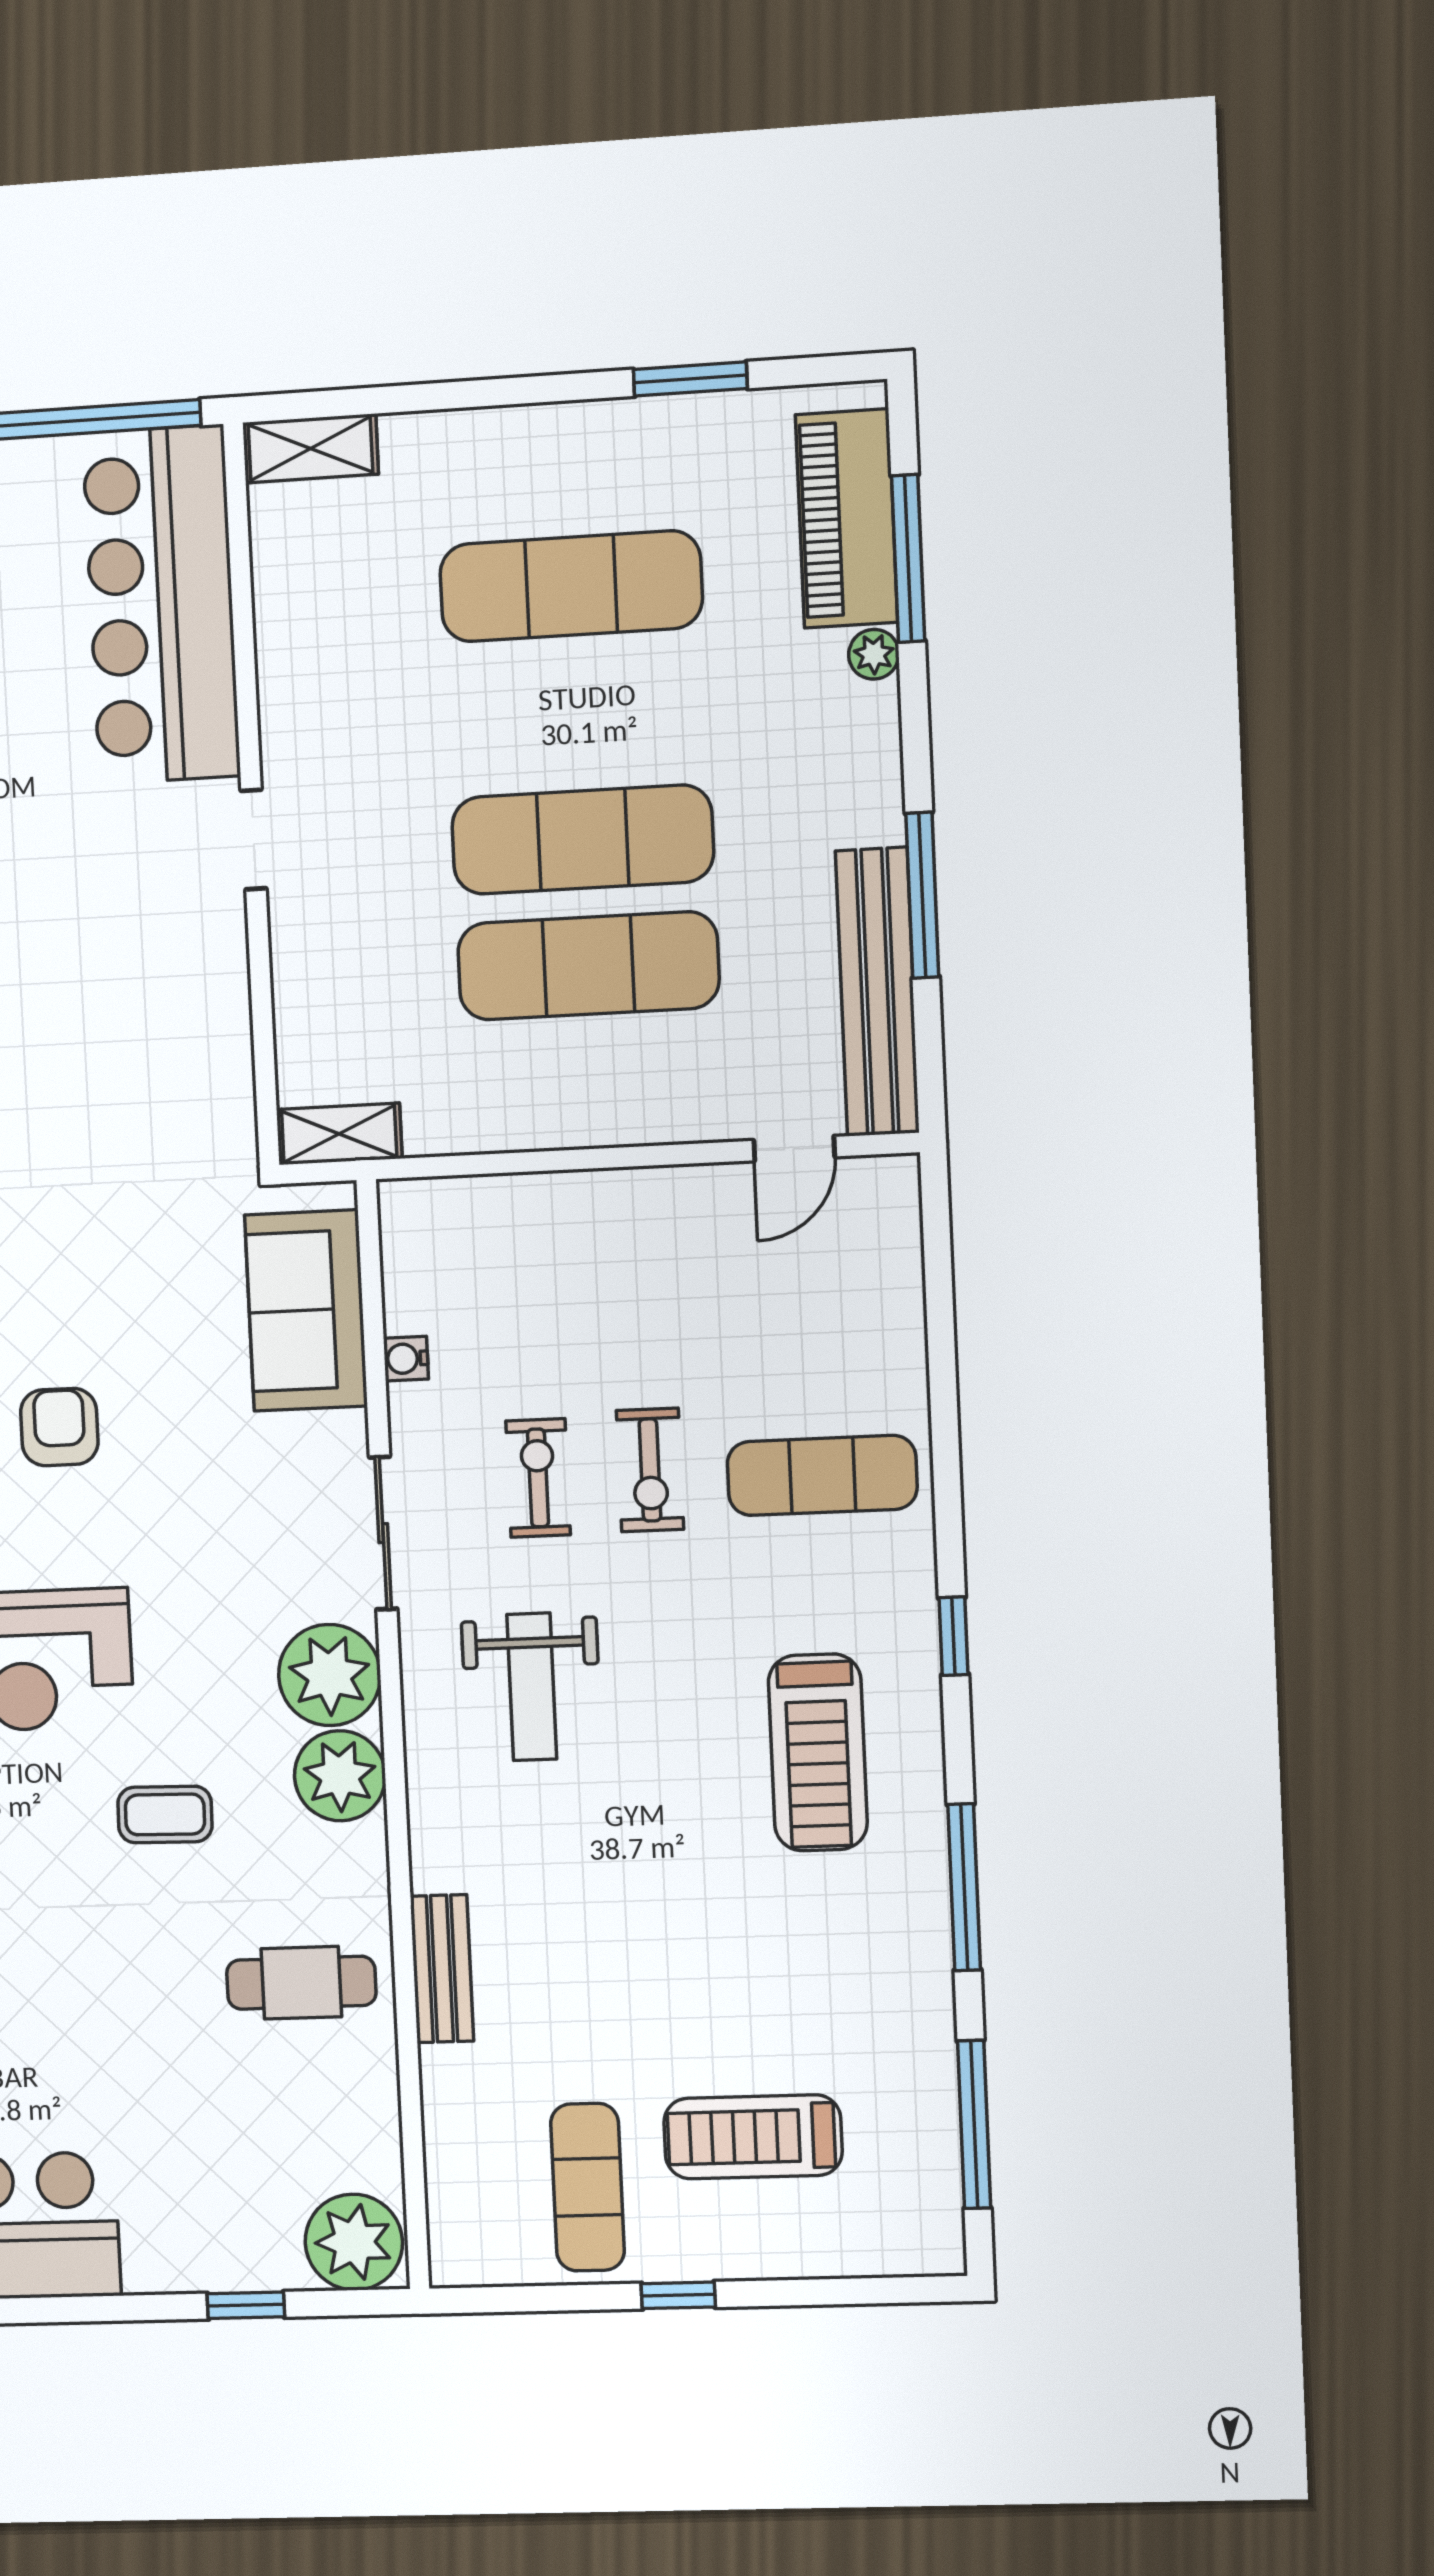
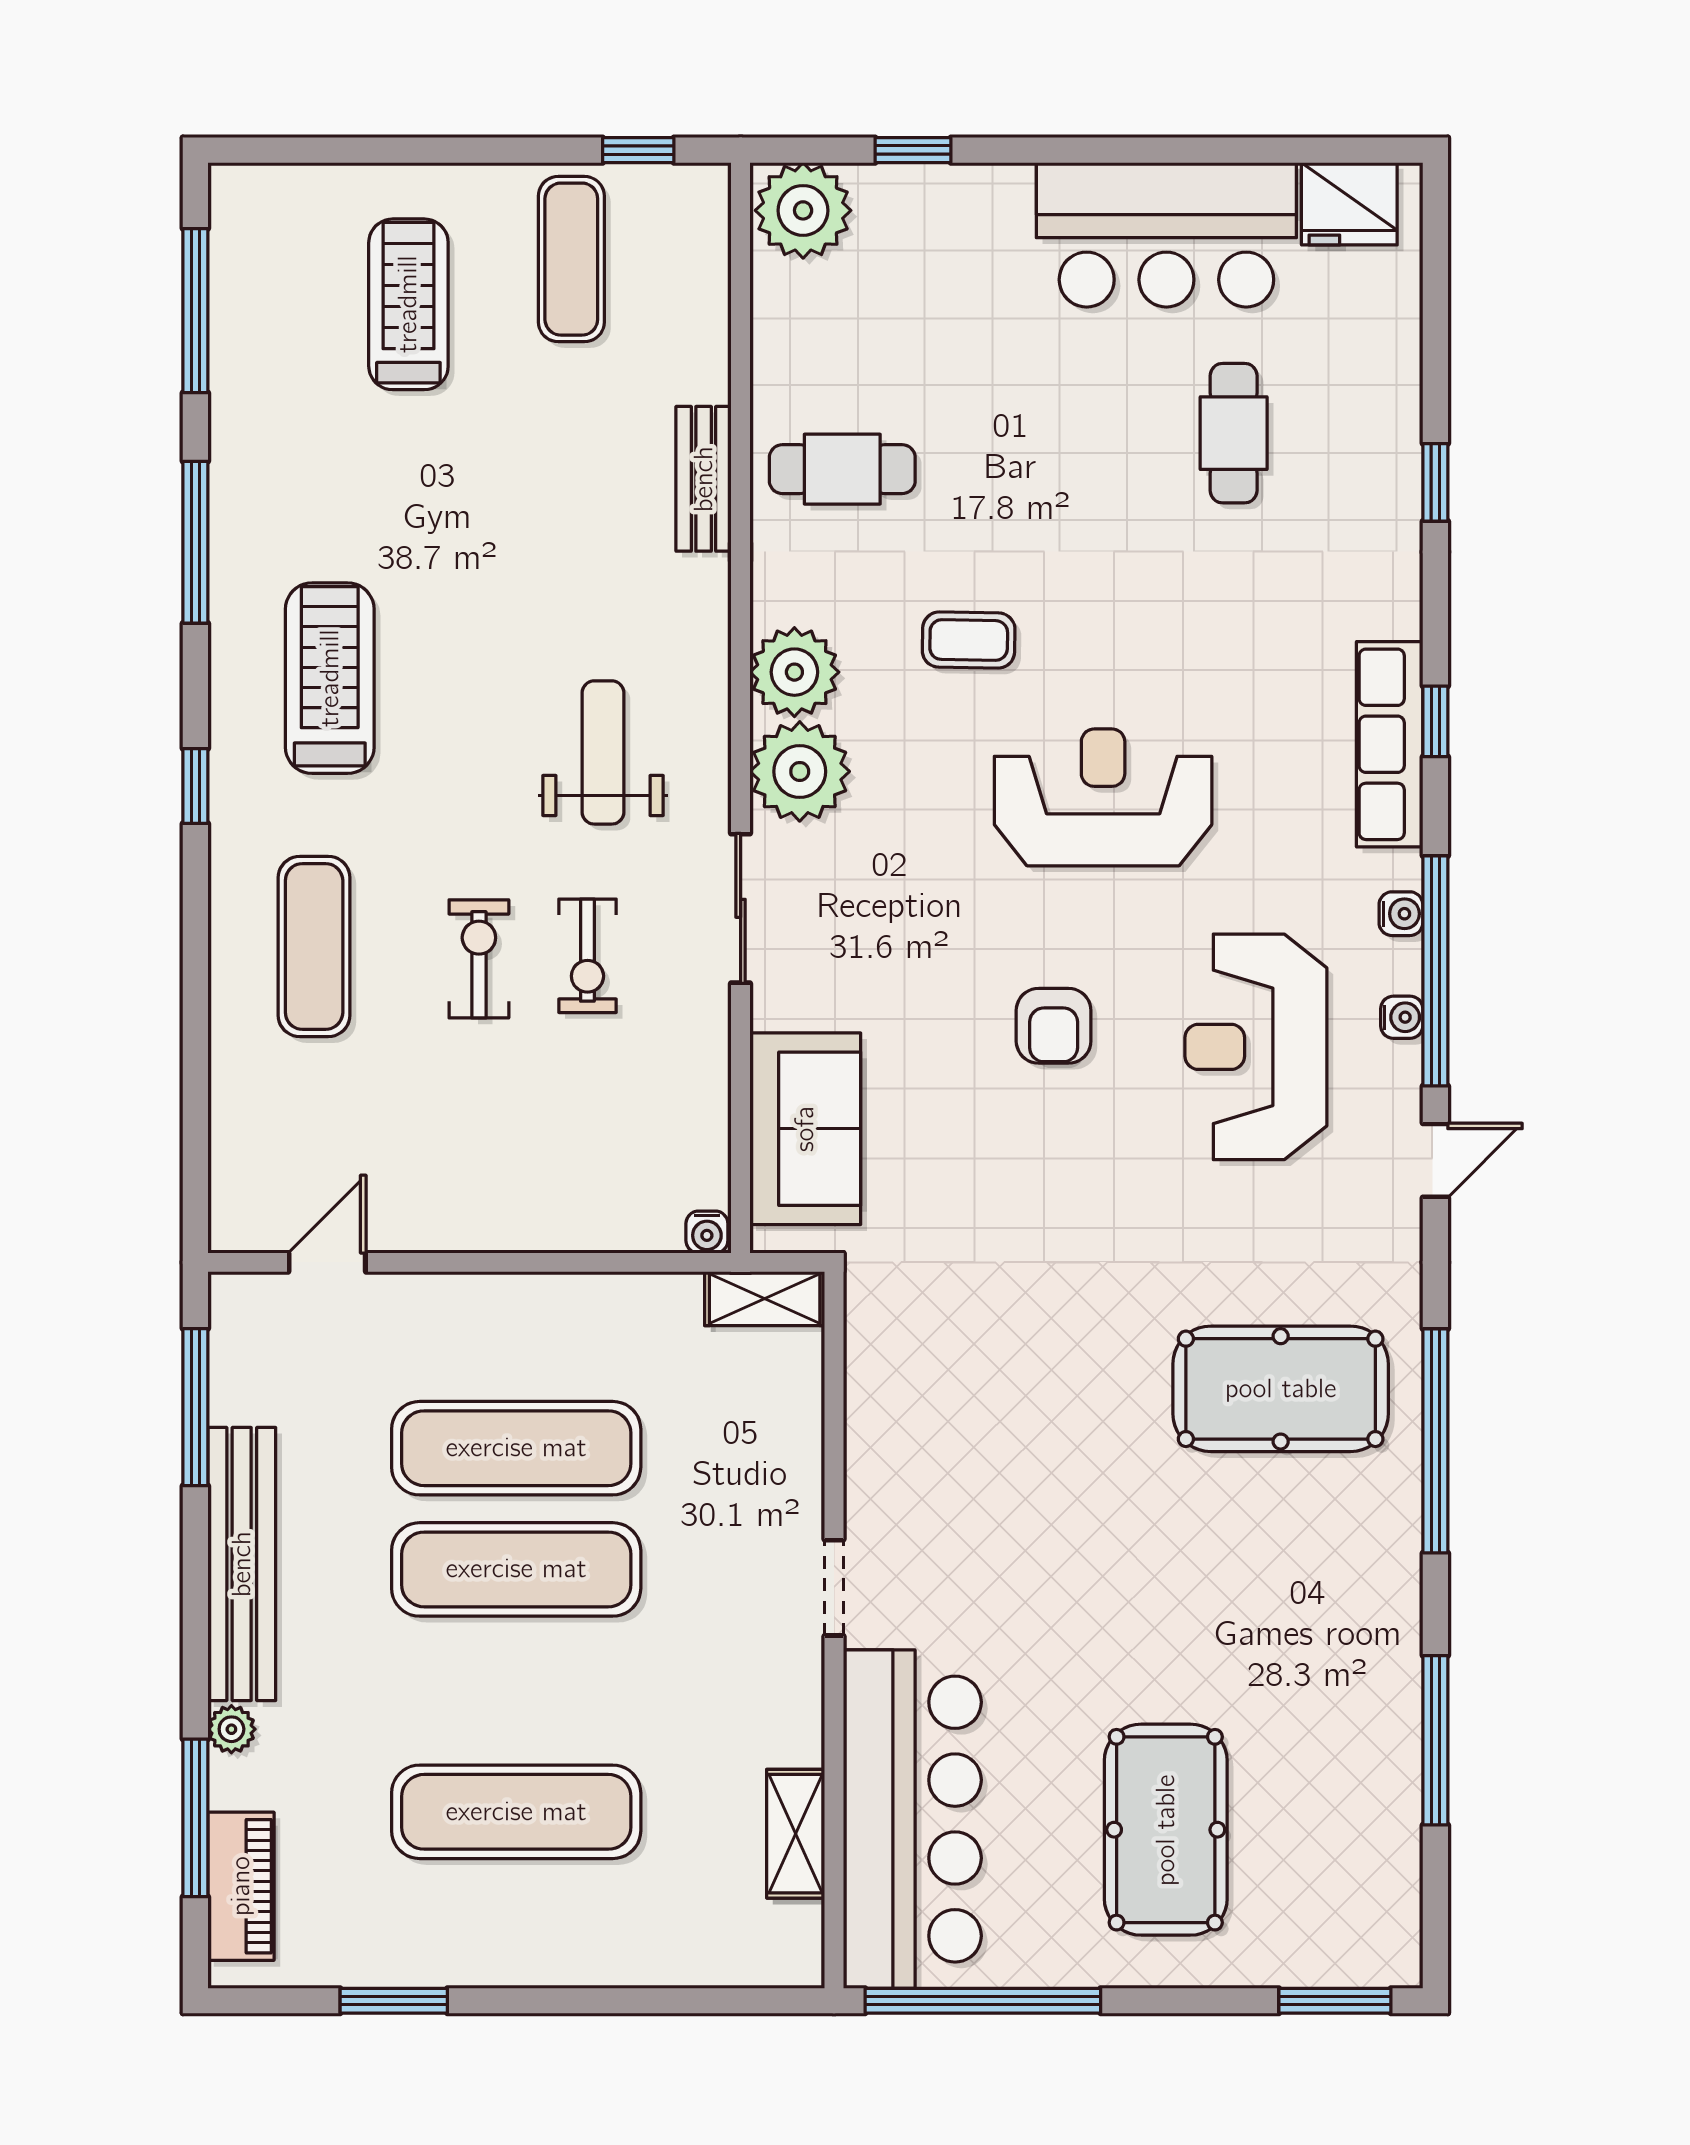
shelving: (310, 448) -> (796, 1834), moved, turned 90
piano: (847, 519) -> (241, 1886), width x0.73, depth x0.75
window: (922, 895) -> (195, 1407), moved
bench: (877, 992) -> (242, 1564), moved
water cooler: (406, 1359) -> (707, 1232), moved, turned 90
exercise mat: (822, 1475) -> (314, 946), turned 90
treadmill: (753, 2137) -> (408, 304), turned -90
window: (678, 2295) -> (638, 150), moved

